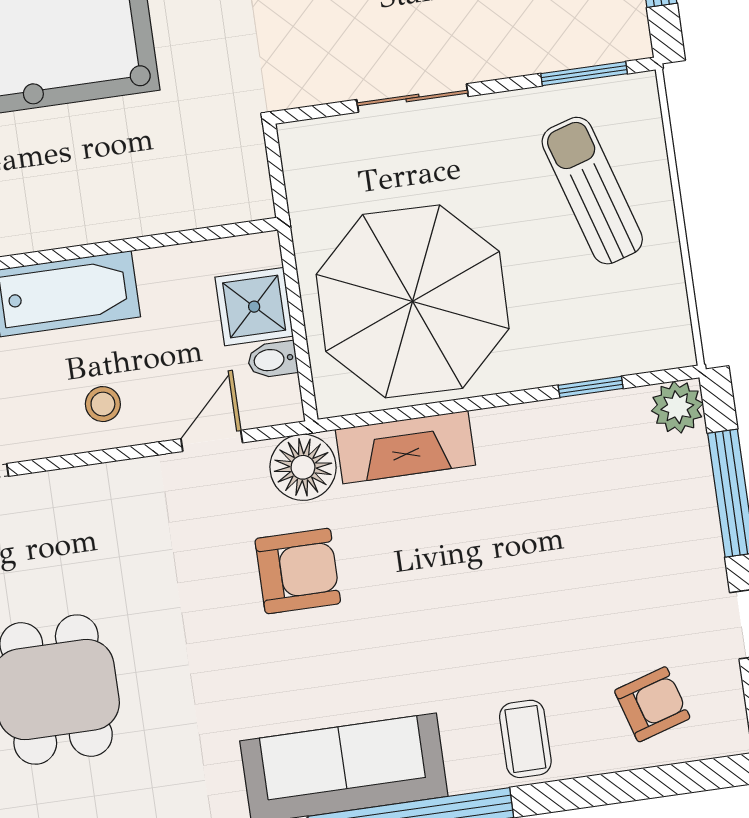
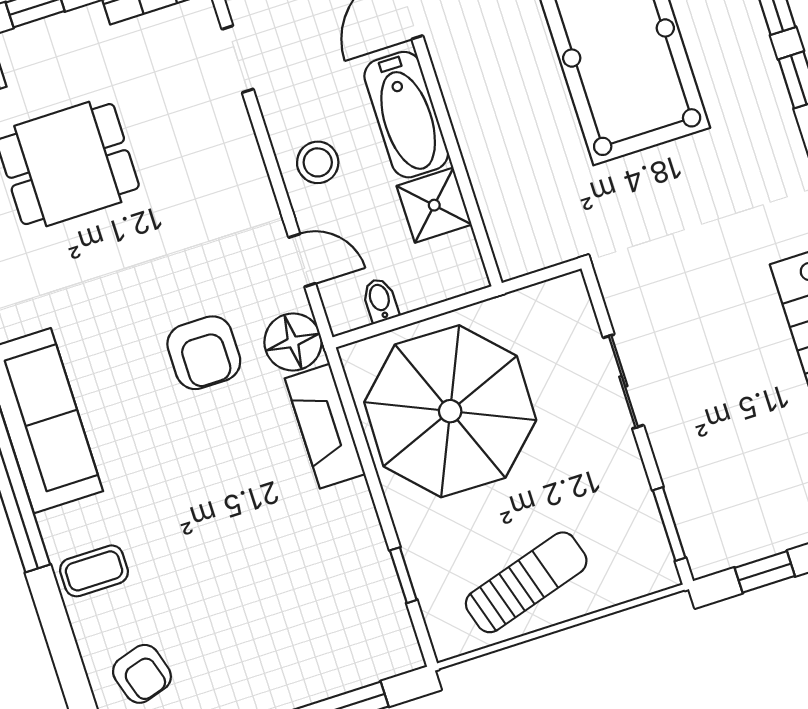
sun lounger: (592, 191) -> (526, 582), moved
shower: (254, 307) -> (434, 205), moved
stool: (103, 404) -> (318, 162), width x1.37, depth x1.37
plant: (677, 407) -> (399, 652), removed

